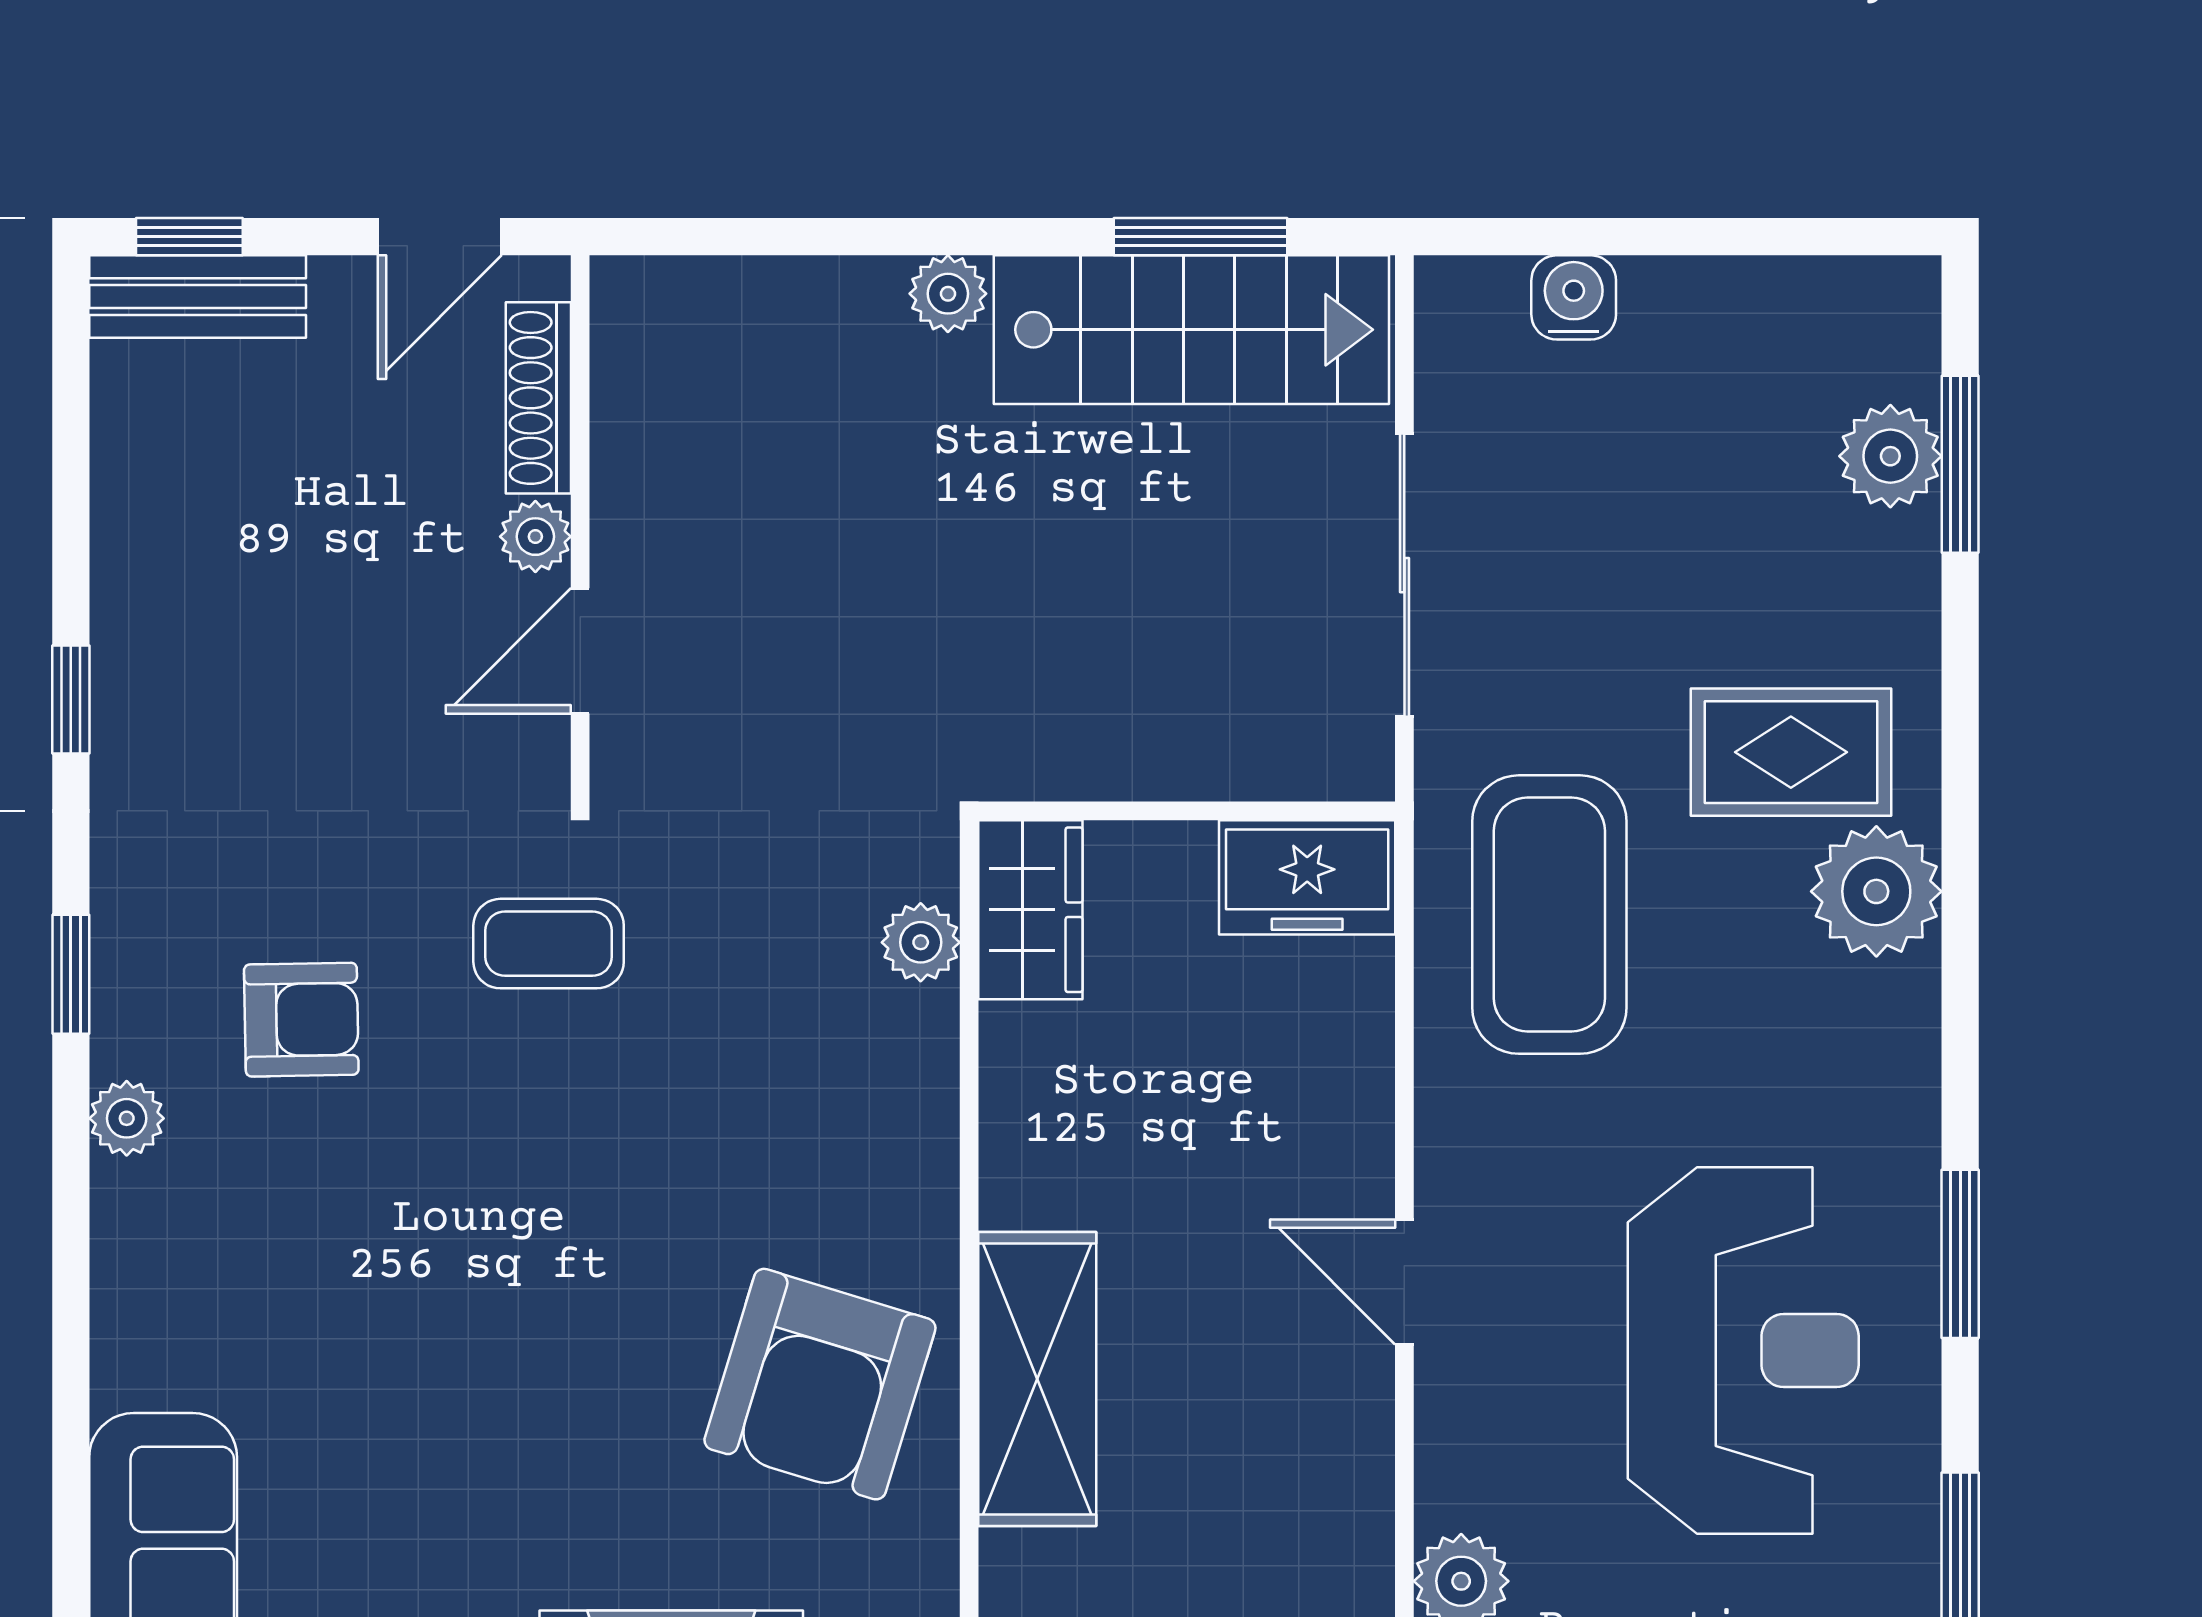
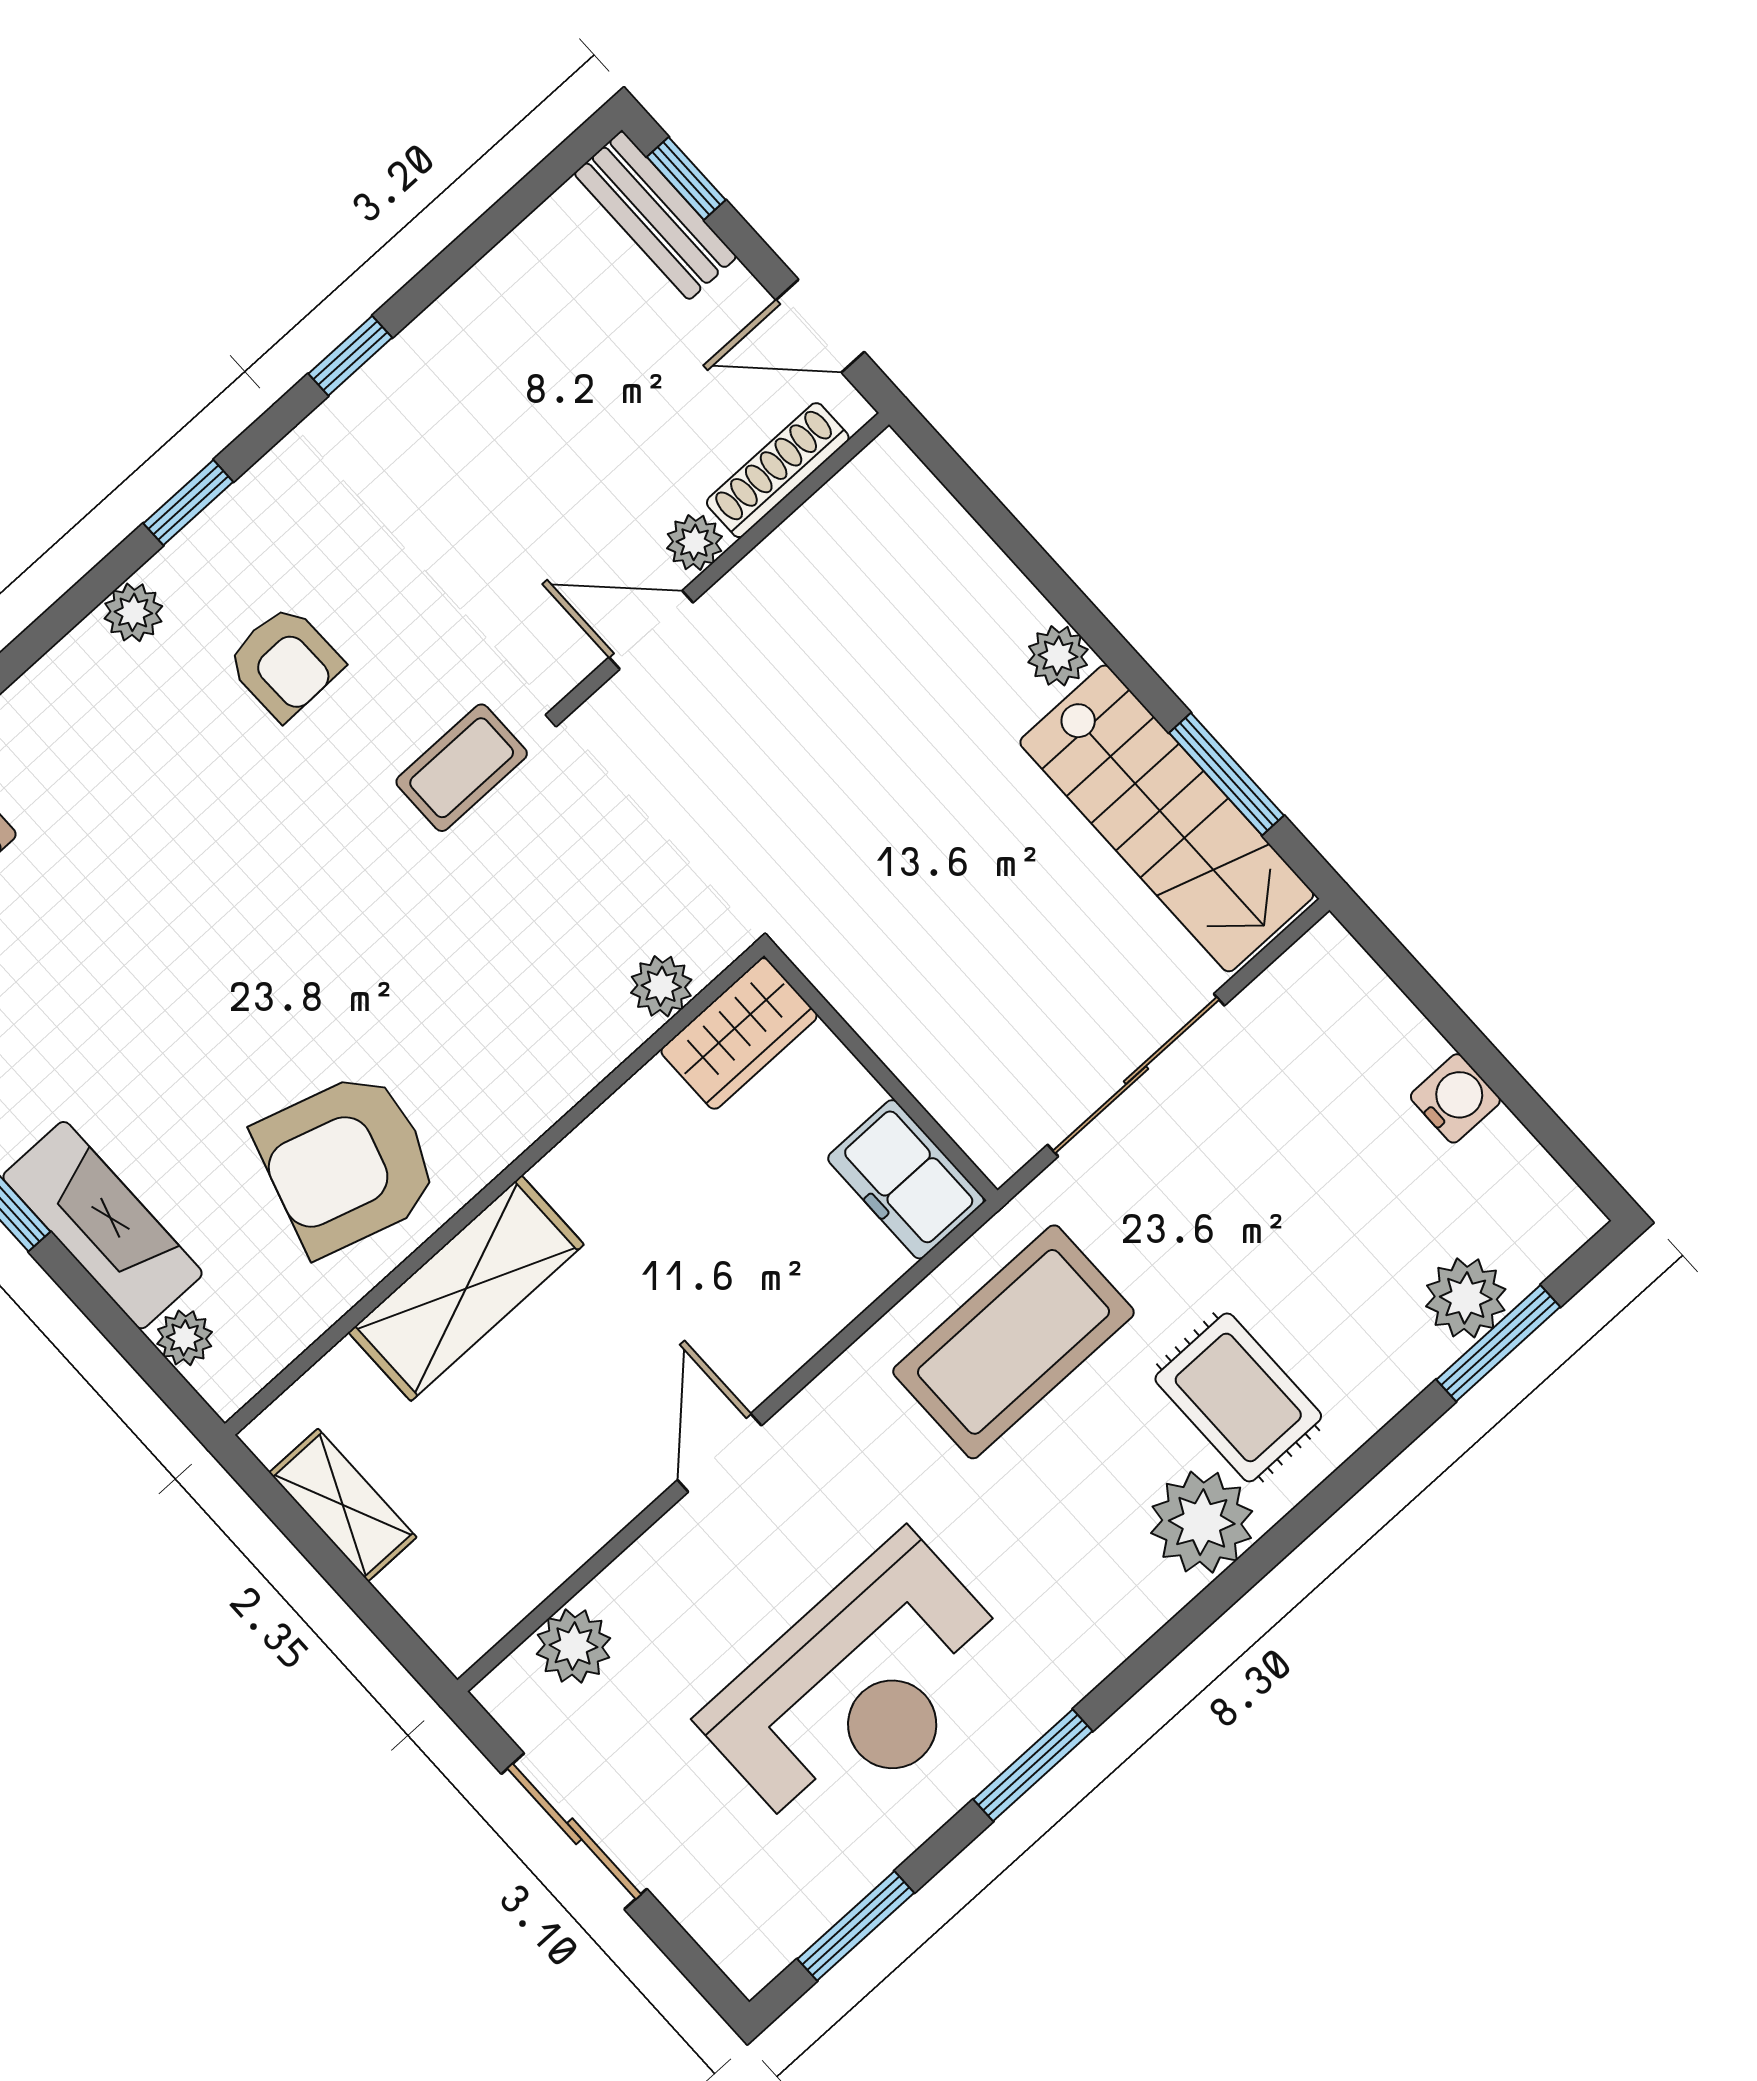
water cooler: (1574, 297) -> (1455, 1098), moved
coffee table: (549, 944) -> (462, 768), turned 90

